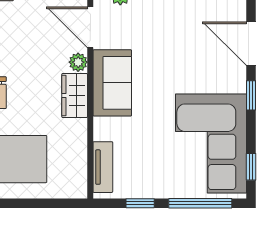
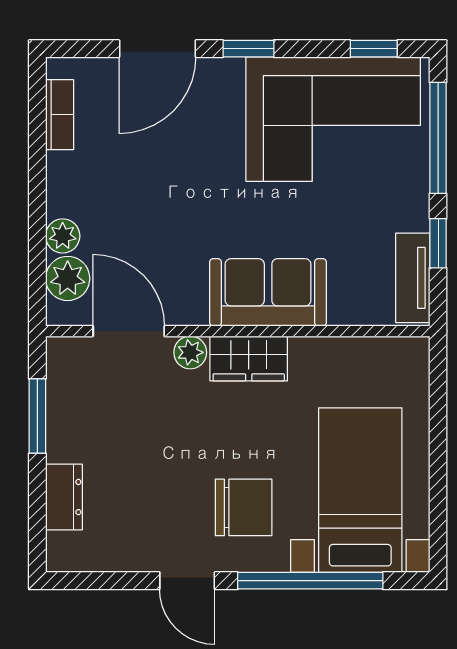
door: (90, 27) -> (129, 331), swing flipped
sofa: (112, 83) -> (268, 292), moved
tv unit: (103, 167) -> (413, 278), moved, turned -90

